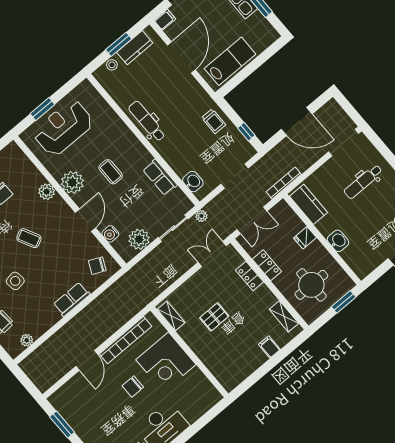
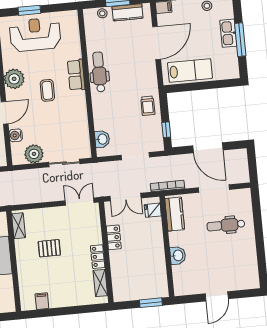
doorway: (344, 143) -> (214, 189), moved
row of seats: (160, 177) -> (76, 75), moved
plant: (201, 216) -> (91, 168), removed
fridge: (305, 238) -> (153, 210), moved
locker: (250, 276) -> (98, 257), moved
round table: (311, 285) -> (136, 274), removed
filing cabinet: (269, 347) -> (42, 301), moved

